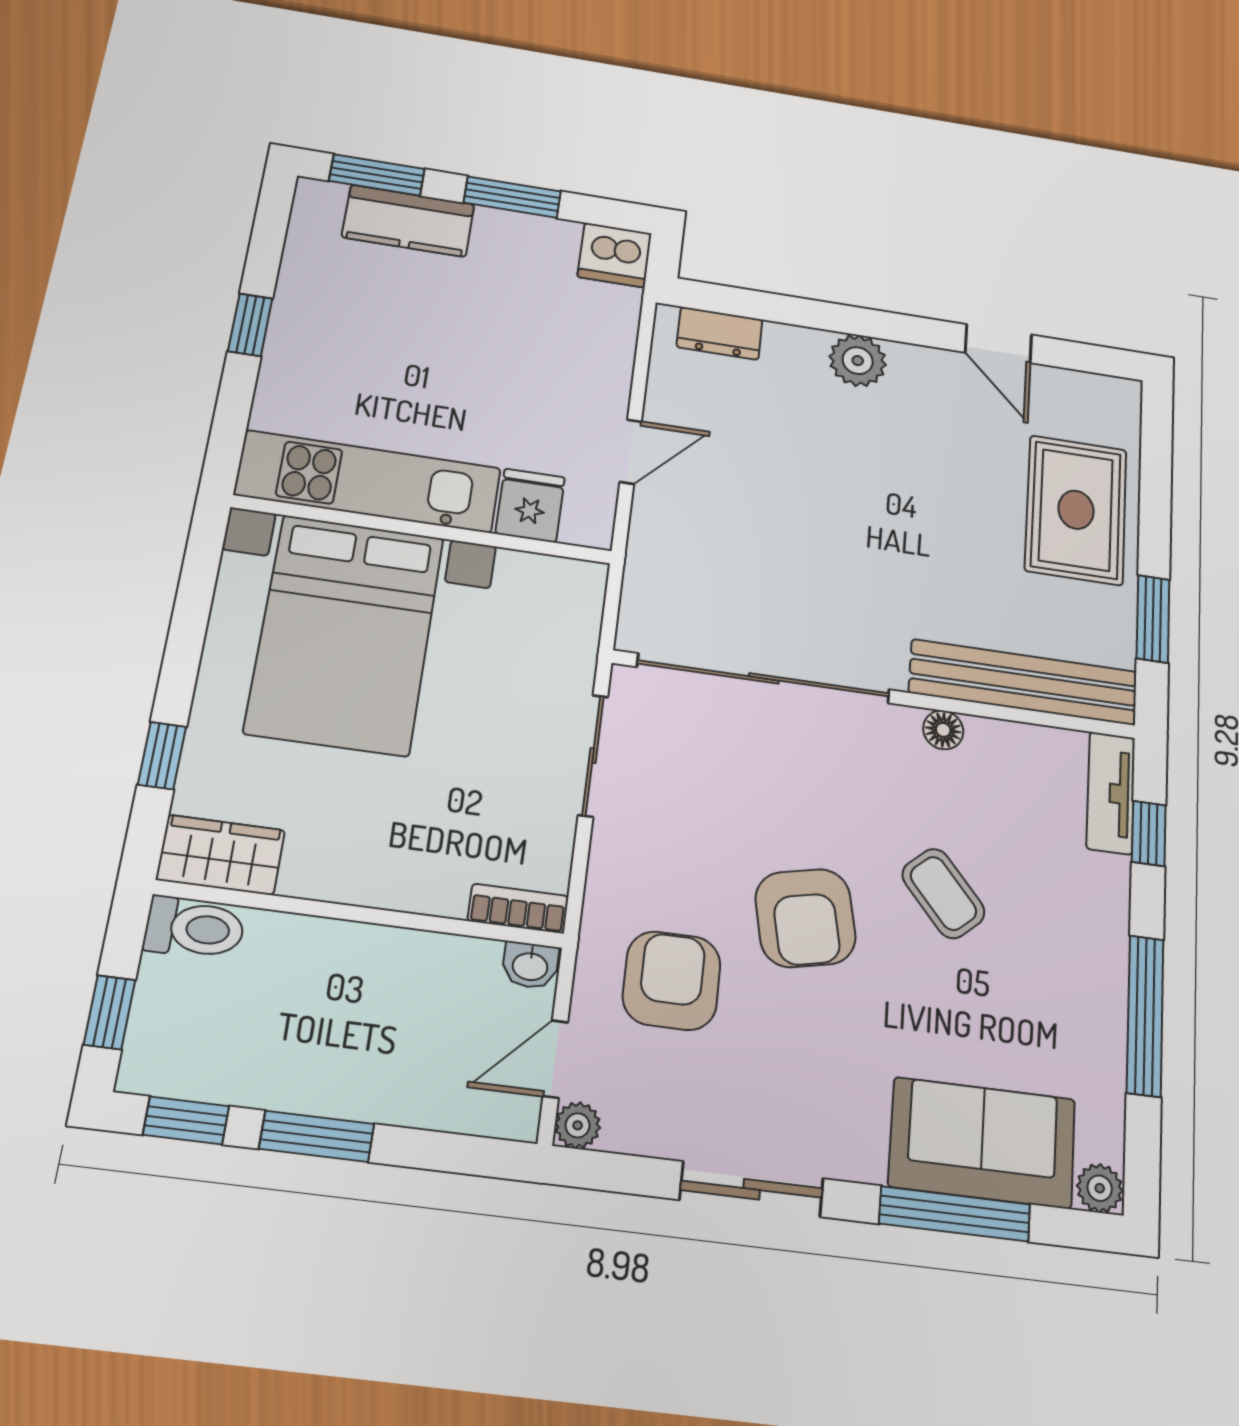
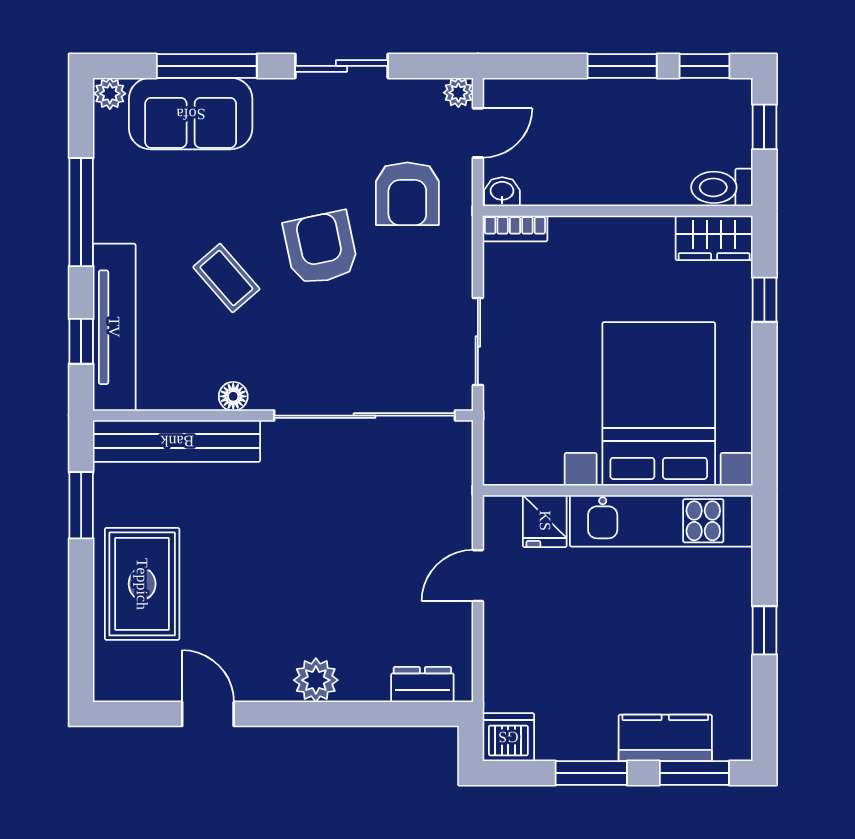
tv unit: (1111, 793) -> (114, 327), width x1.92, depth x1.29

